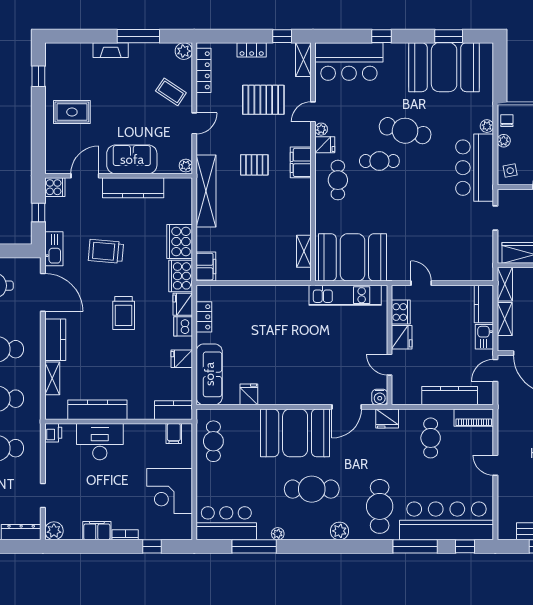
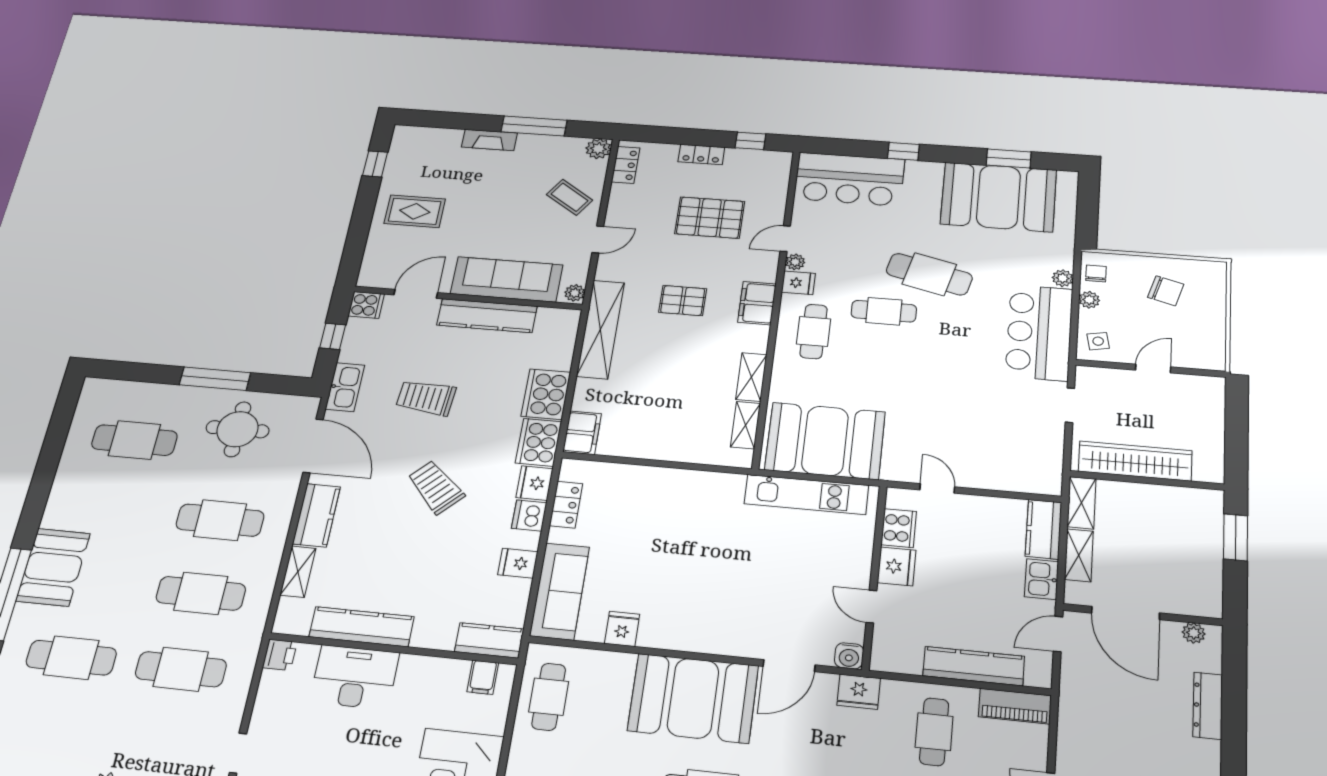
shelving: (303, 60) -> (751, 377), moved
locker: (204, 70) -> (626, 165), width x0.66
sofa: (132, 159) -> (507, 279), width x1.36
trolley: (124, 313) -> (436, 487), turned 135

